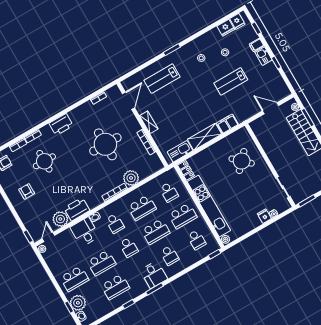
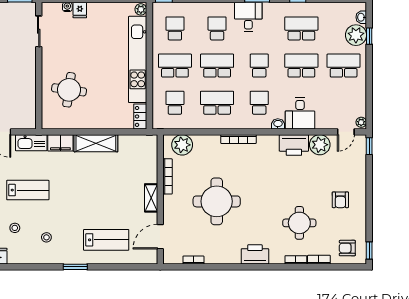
kitchen sink: (180, 151) -> (31, 143), moved
round table: (242, 161) -> (69, 90), turned -35
plant: (131, 178) -> (182, 145), moved

